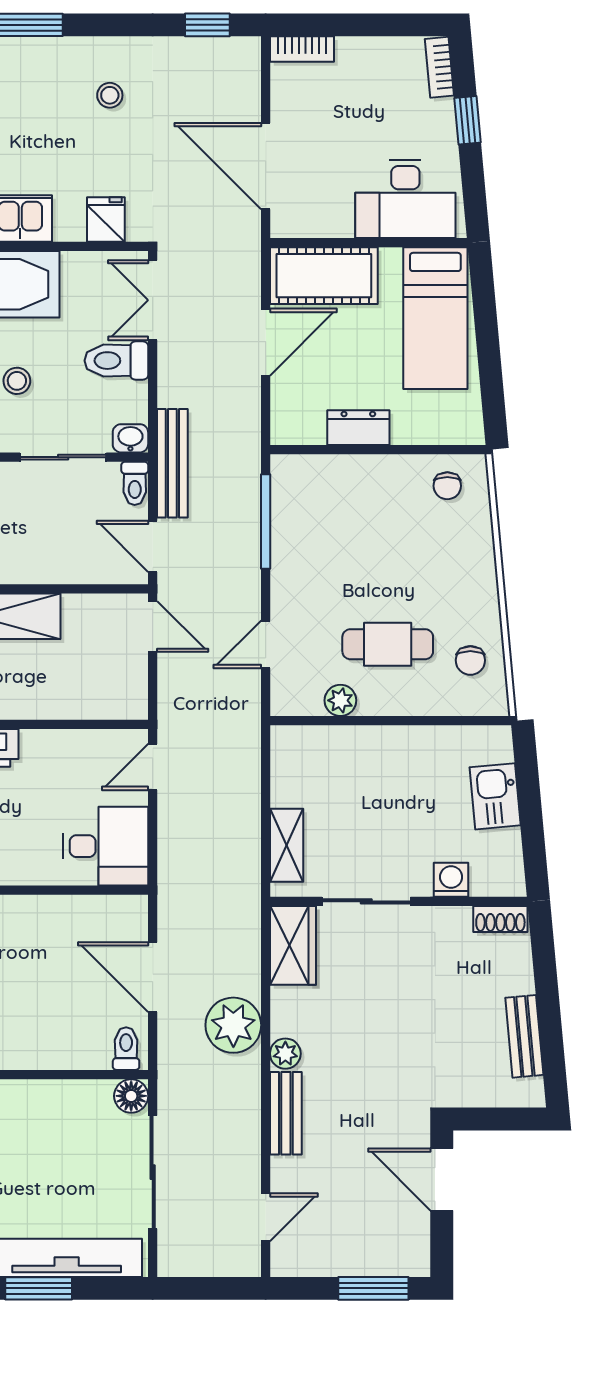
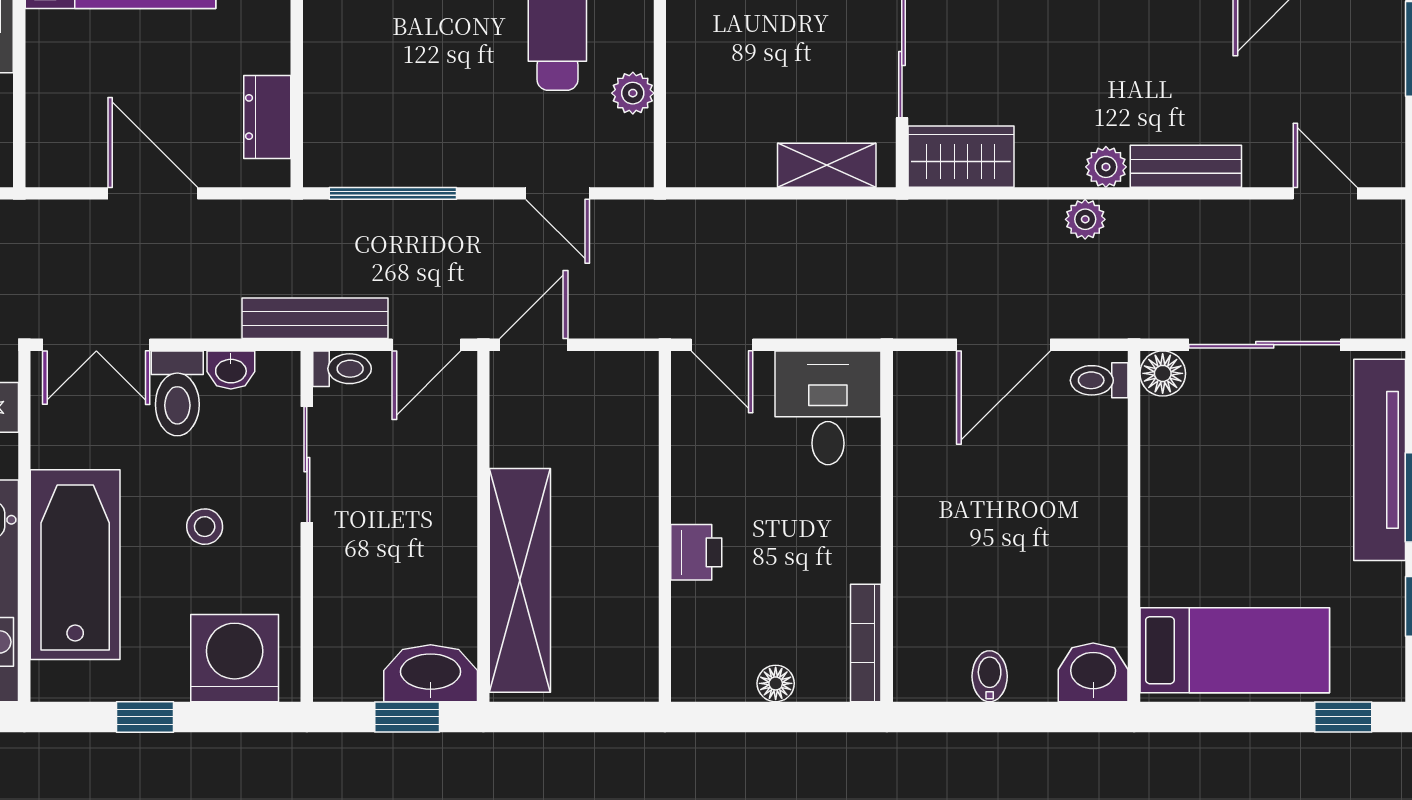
cot: (324, 276) -> (64, 115), removed
dresser: (358, 428) -> (267, 117), moved
washbasin: (130, 438) -> (231, 370), moved, turned -90
plant: (233, 1025) -> (1085, 219), width x0.53, depth x0.53

